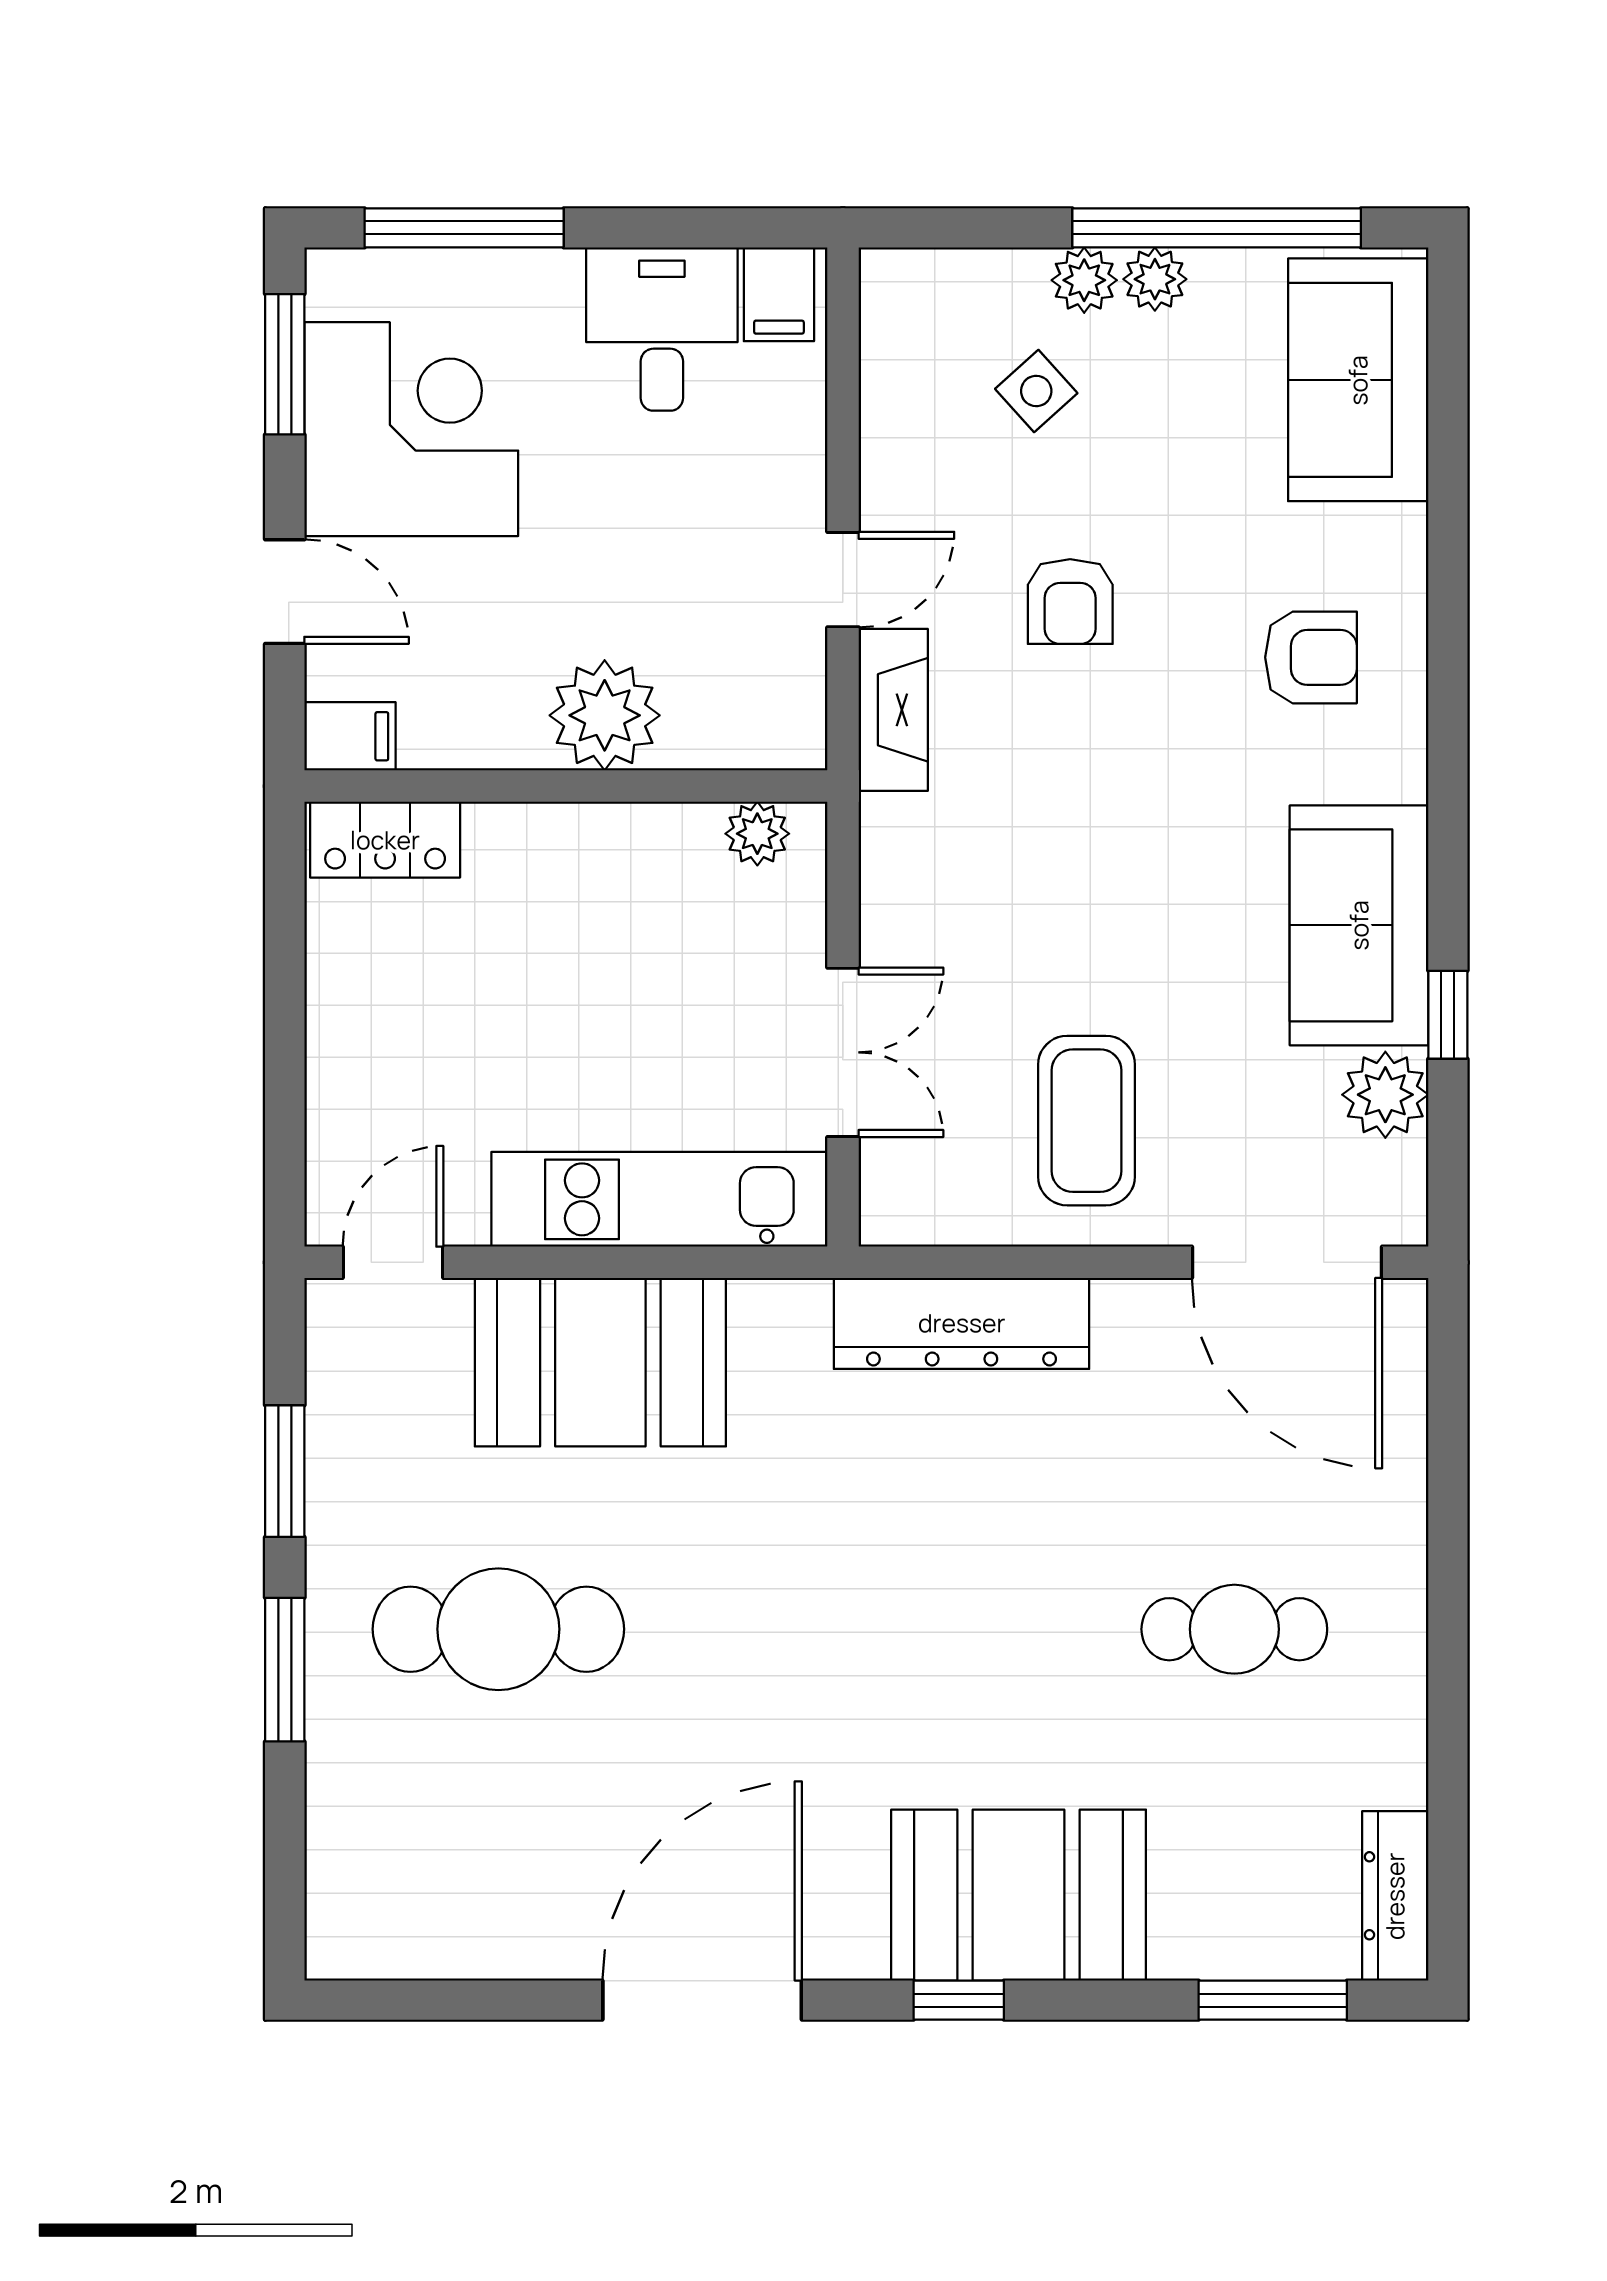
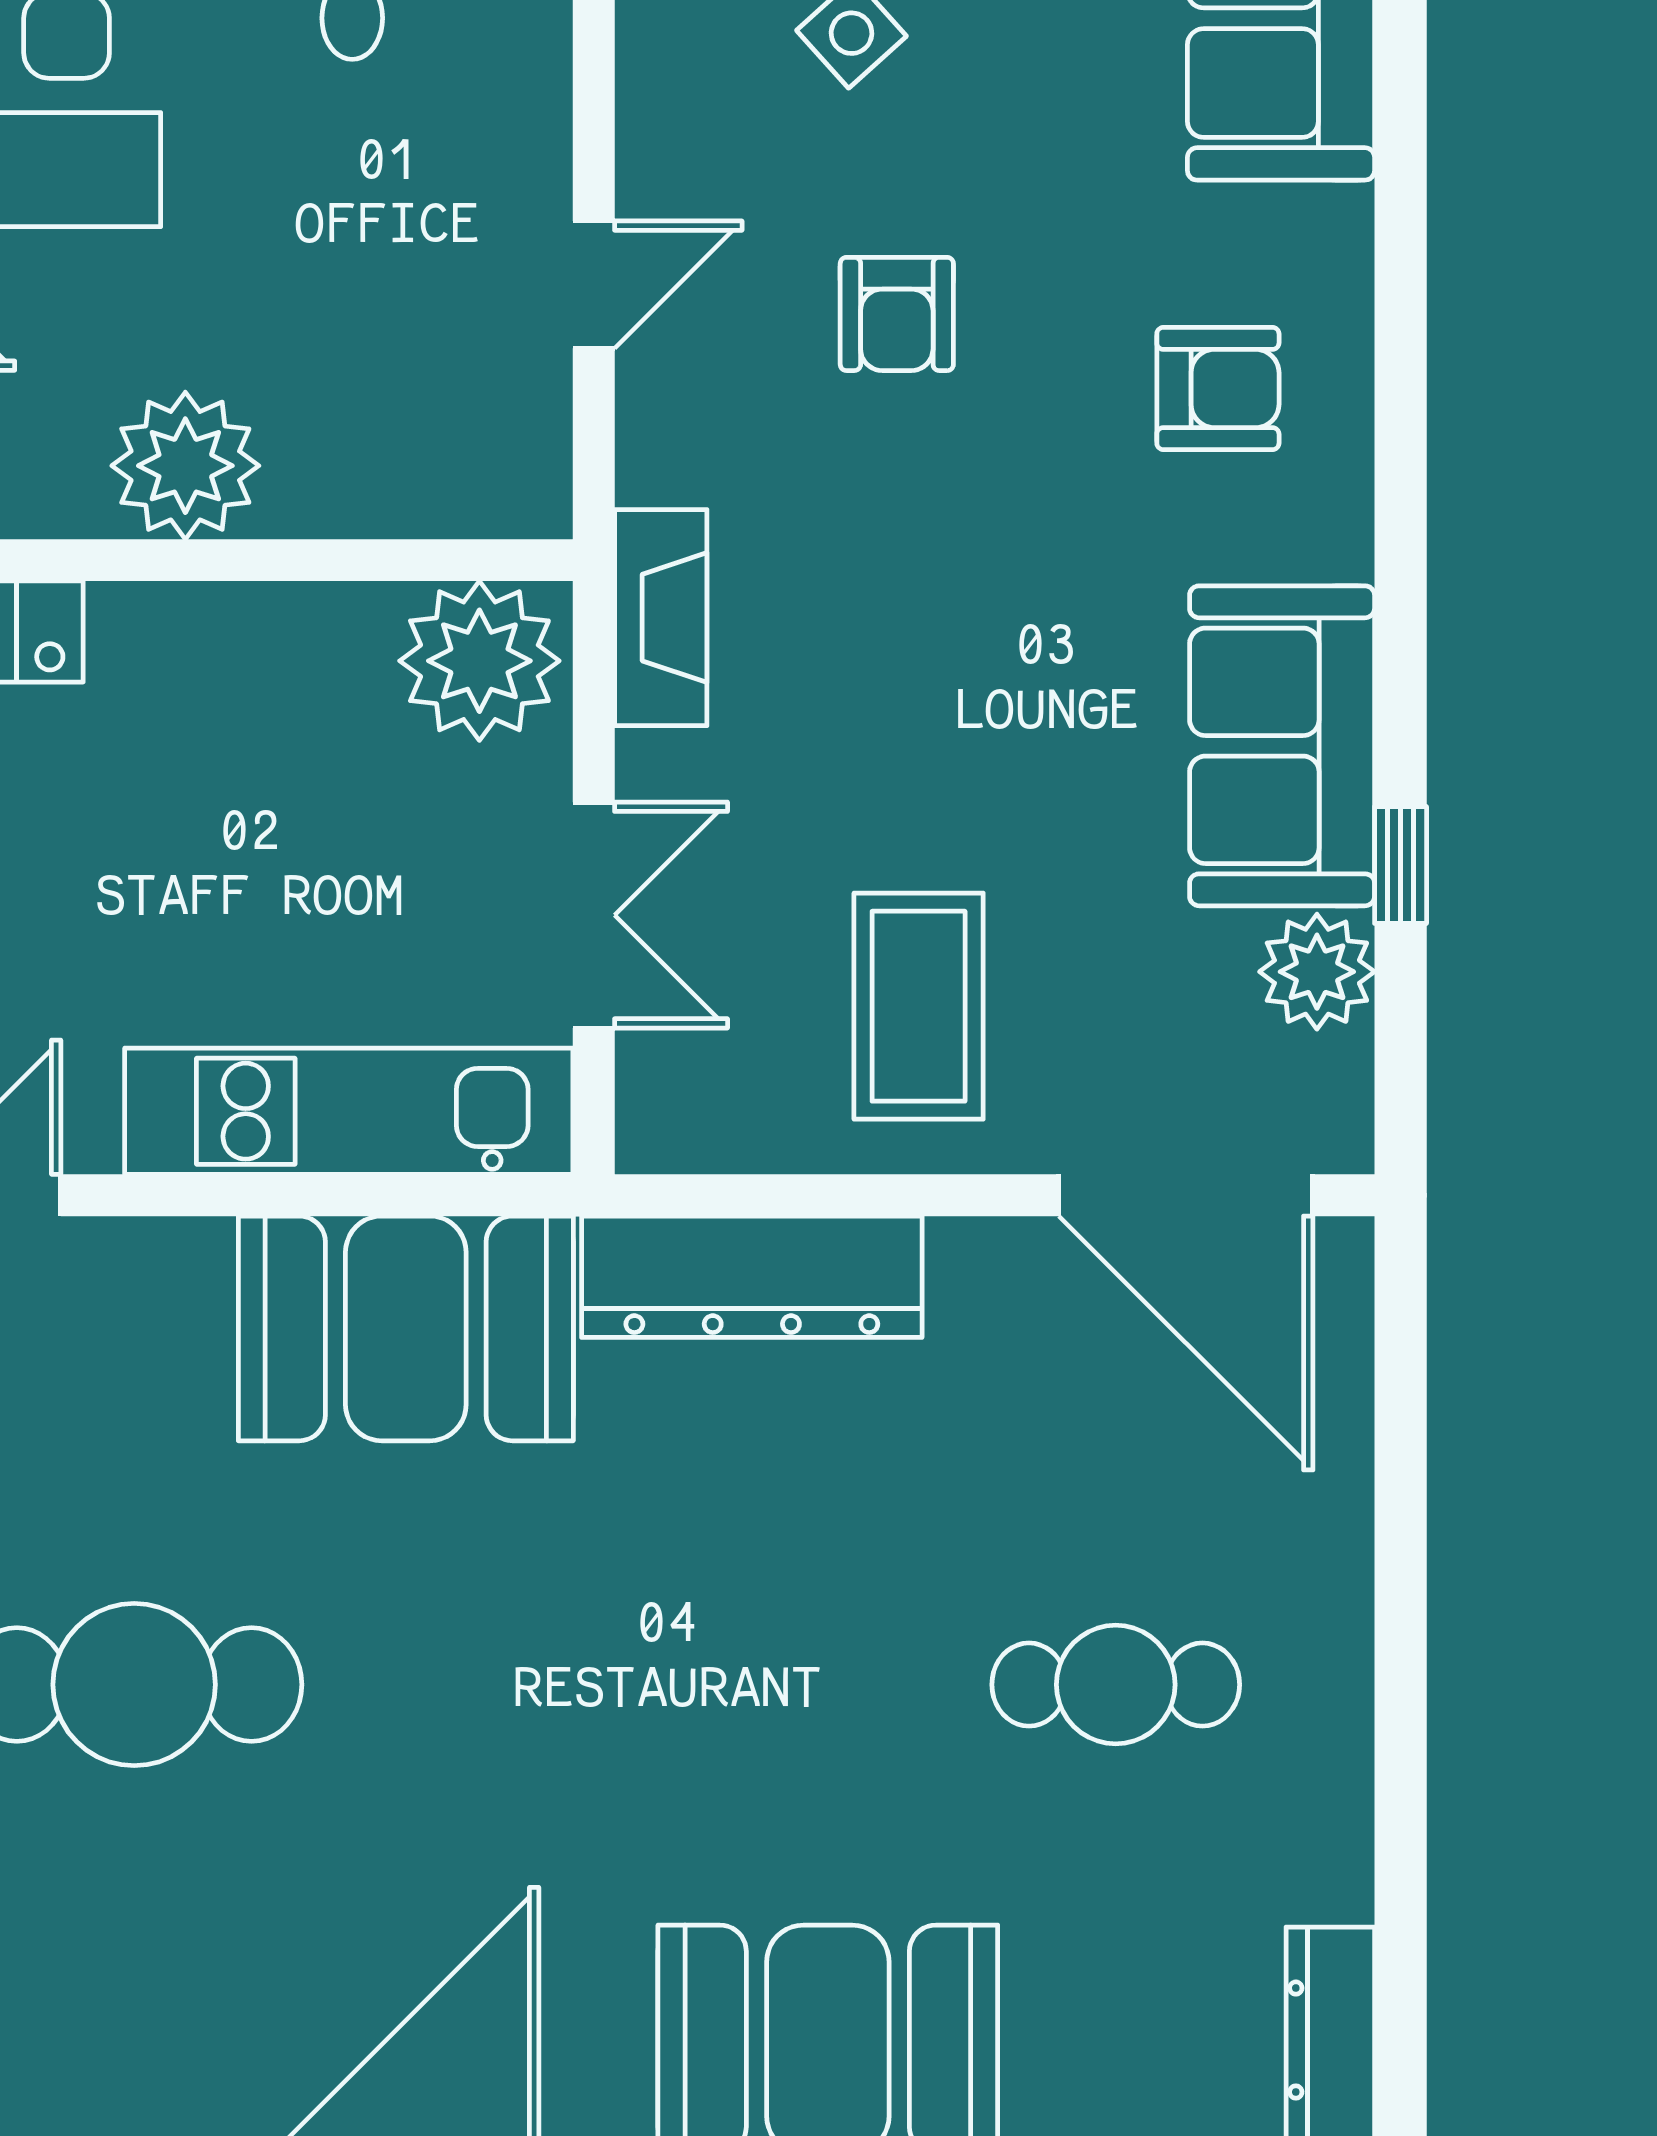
fireplace: (893, 710) -> (661, 618), moved
plant: (605, 715) -> (185, 466), moved
plant: (757, 834) -> (479, 661), width x1.87, depth x1.87
booth: (600, 1362) -> (406, 1328), moved

